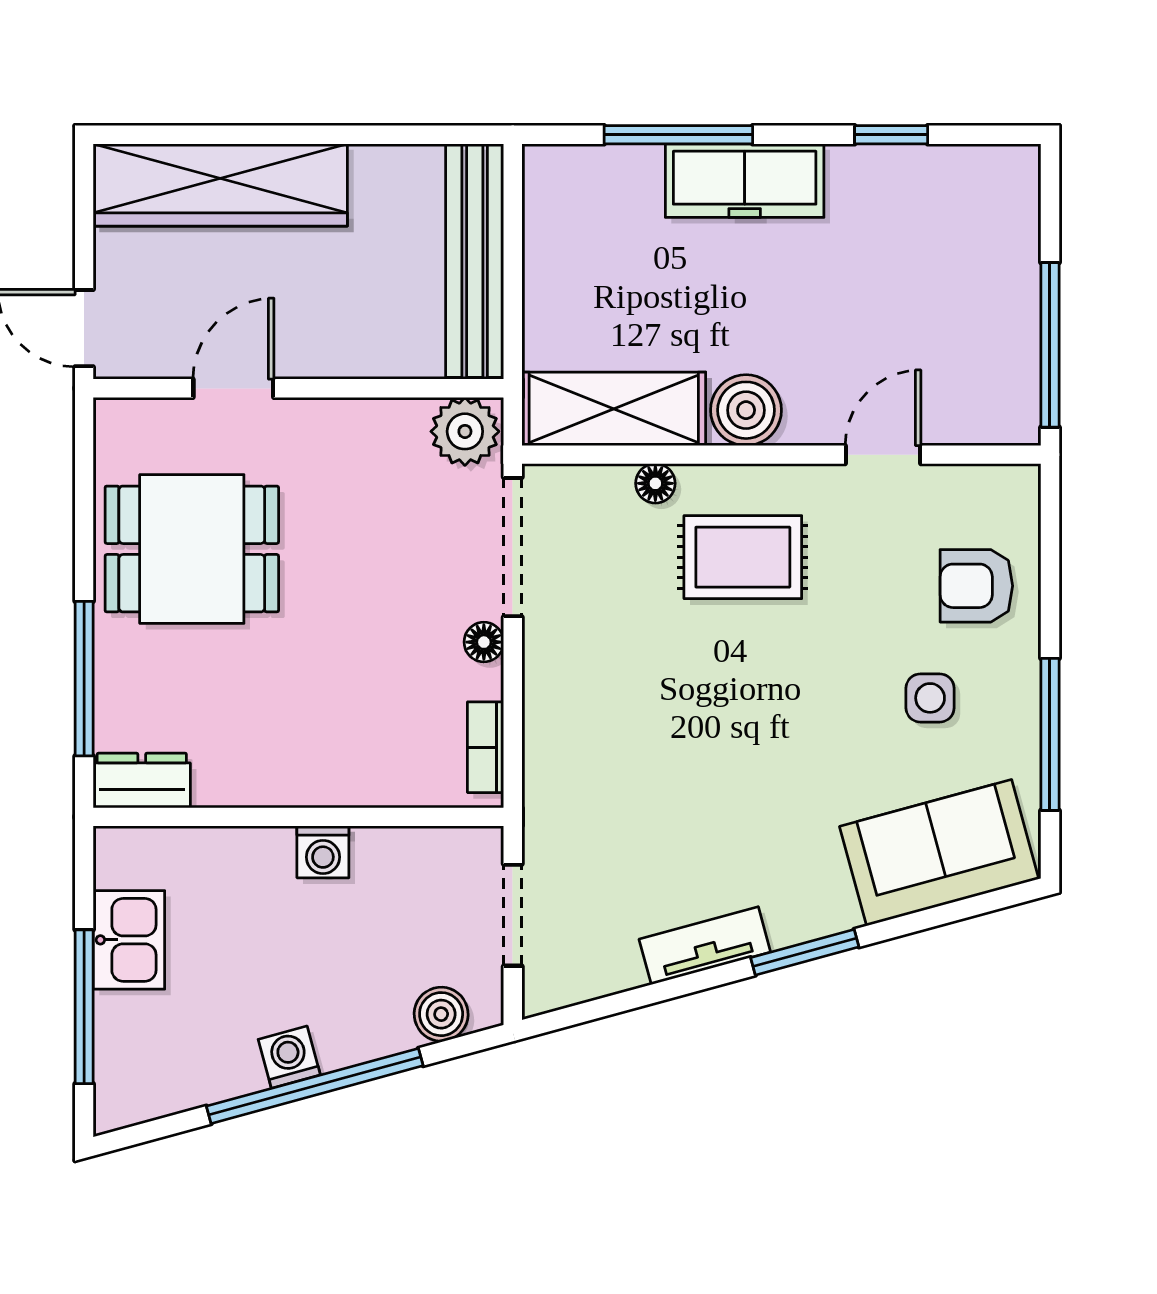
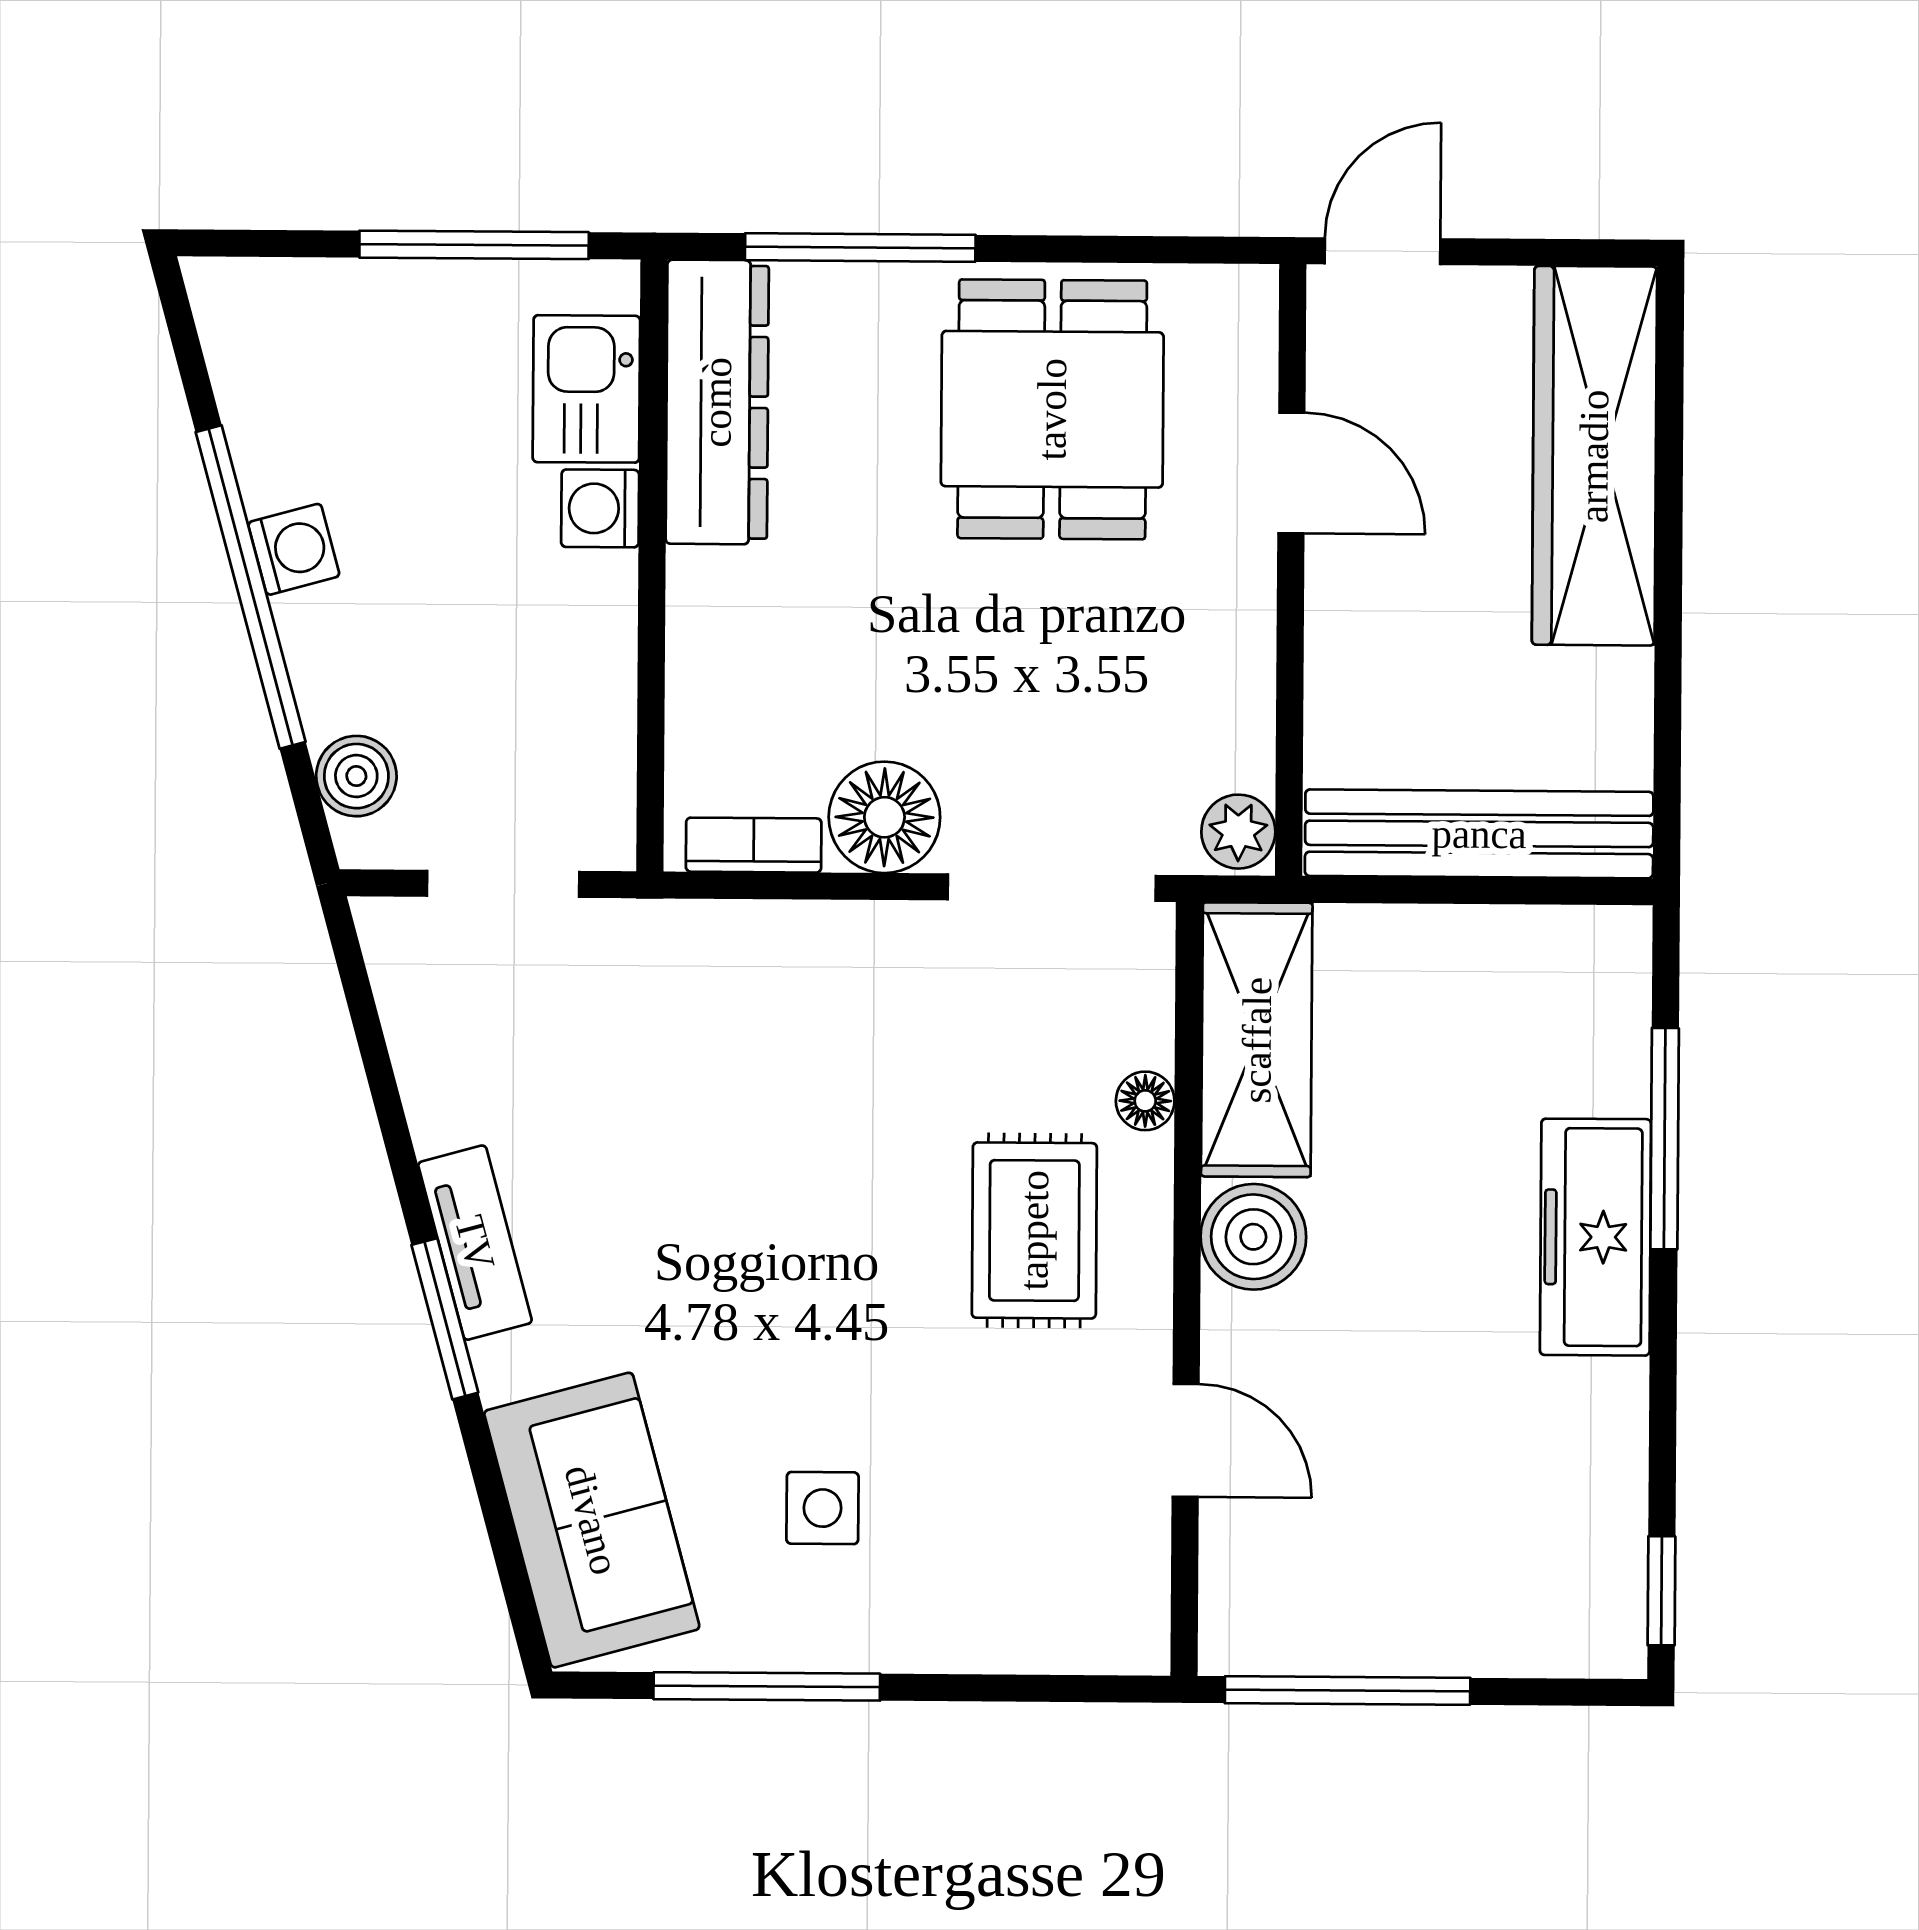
window: (891, 135) -> (1661, 1591), moved
plant: (465, 431) -> (1238, 832), width x0.73, depth x0.73
armchair: (976, 586) -> (989, 1578), removed
floor lamp: (484, 642) -> (884, 817), width x1.89, depth x1.89
dresser: (142, 780) -> (717, 402), width x1.96, depth x1.24
washing machine: (323, 852) -> (600, 508), moved
kitchen sink: (129, 940) -> (586, 389), moved, turned 90
tv unit: (705, 946) -> (475, 1243), moved
window: (84, 1007) -> (474, 245), moved

